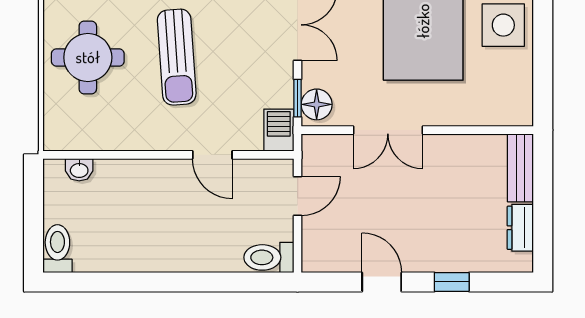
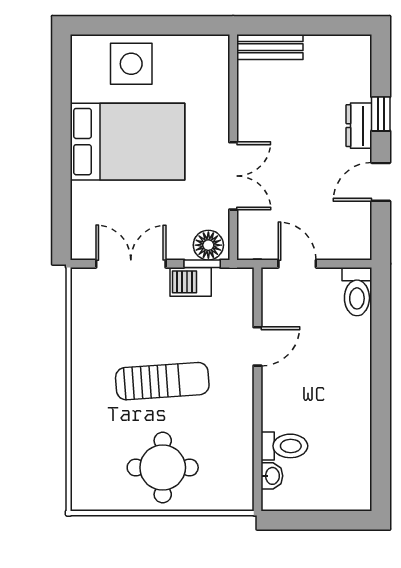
barbecue: (279, 130) -> (191, 282), moved
dresser: (520, 228) -> (359, 126), moved, turned 90
toilet: (57, 249) -> (284, 446), moved, turned 180

